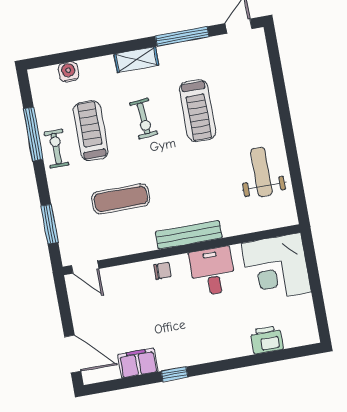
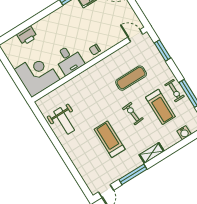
exercise bike: (144, 118) -> (133, 114), moved
bench: (189, 235) -> (89, 74), removed

